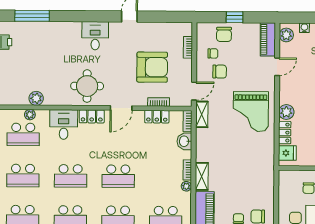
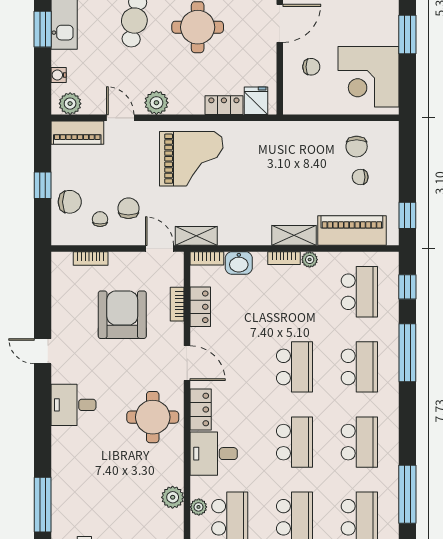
plant: (286, 112) -> (156, 103), moved

